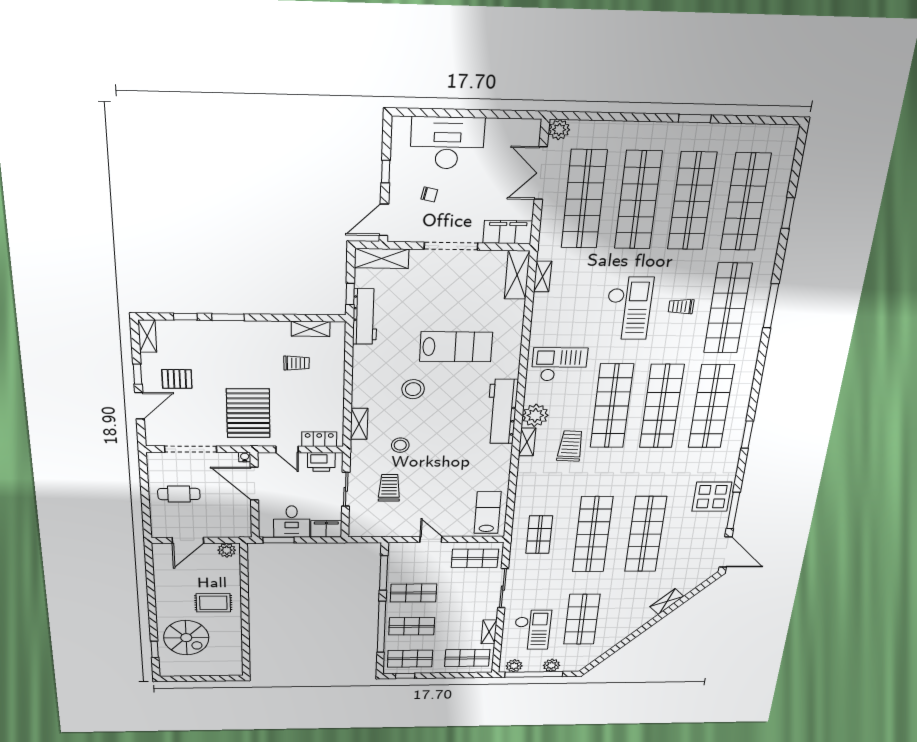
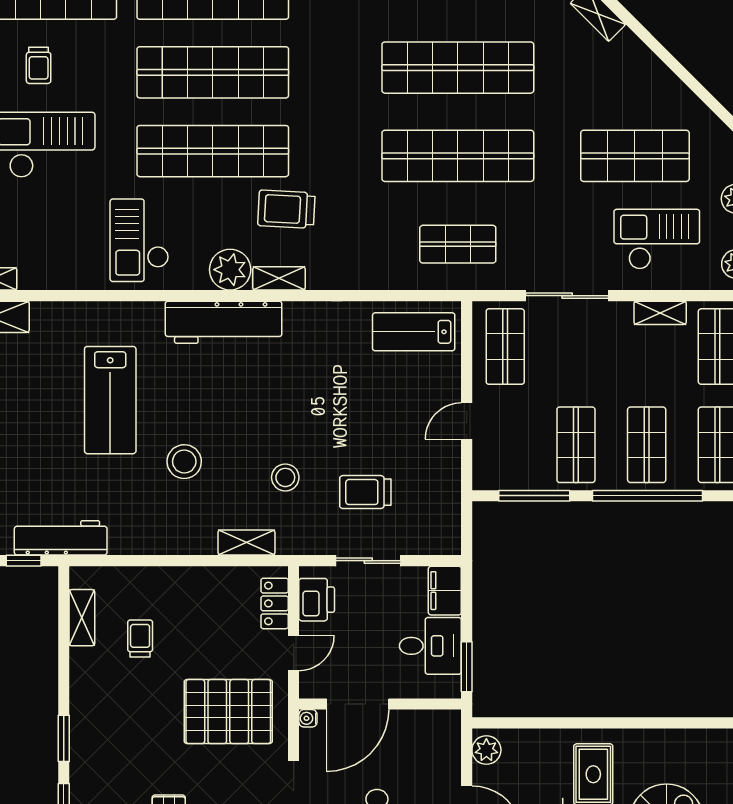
lab bench: (456, 347) -> (110, 400), turned 180

